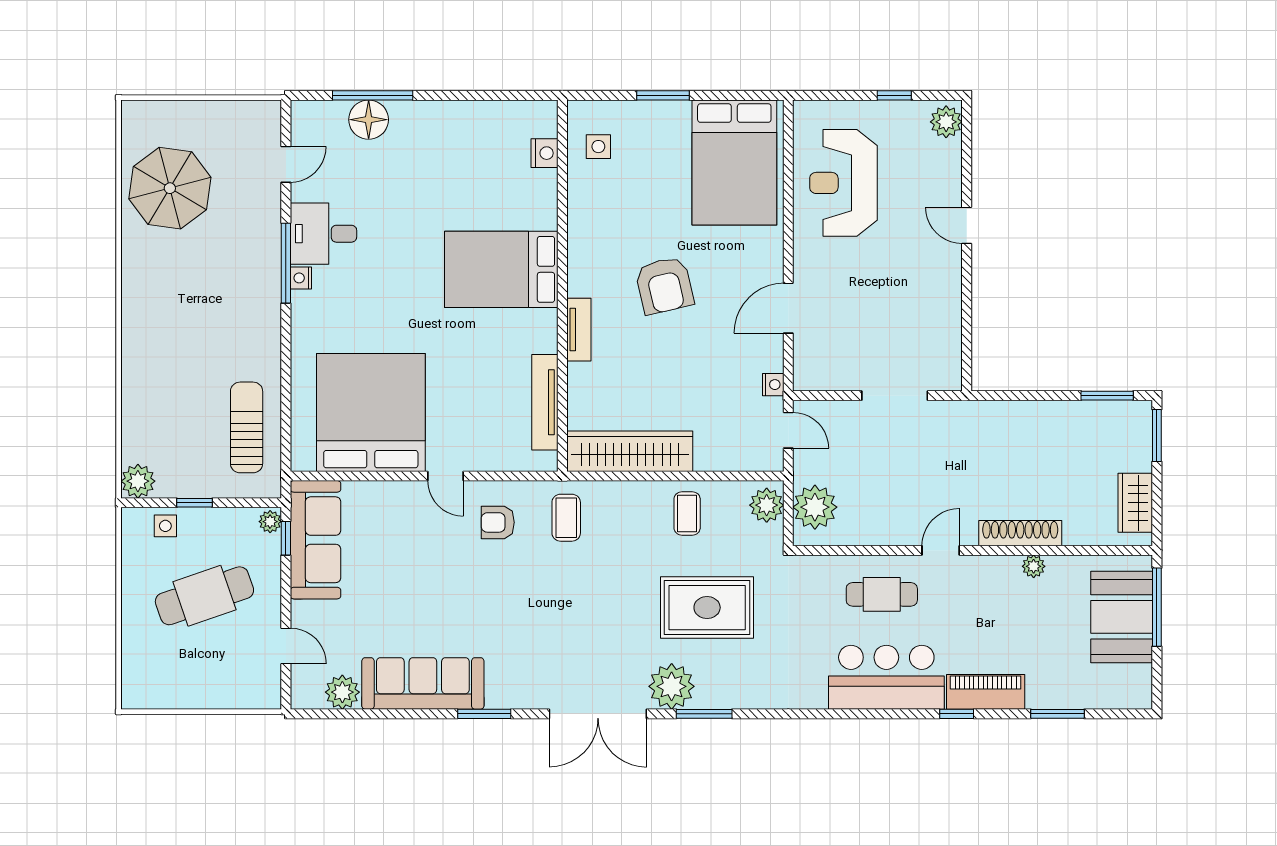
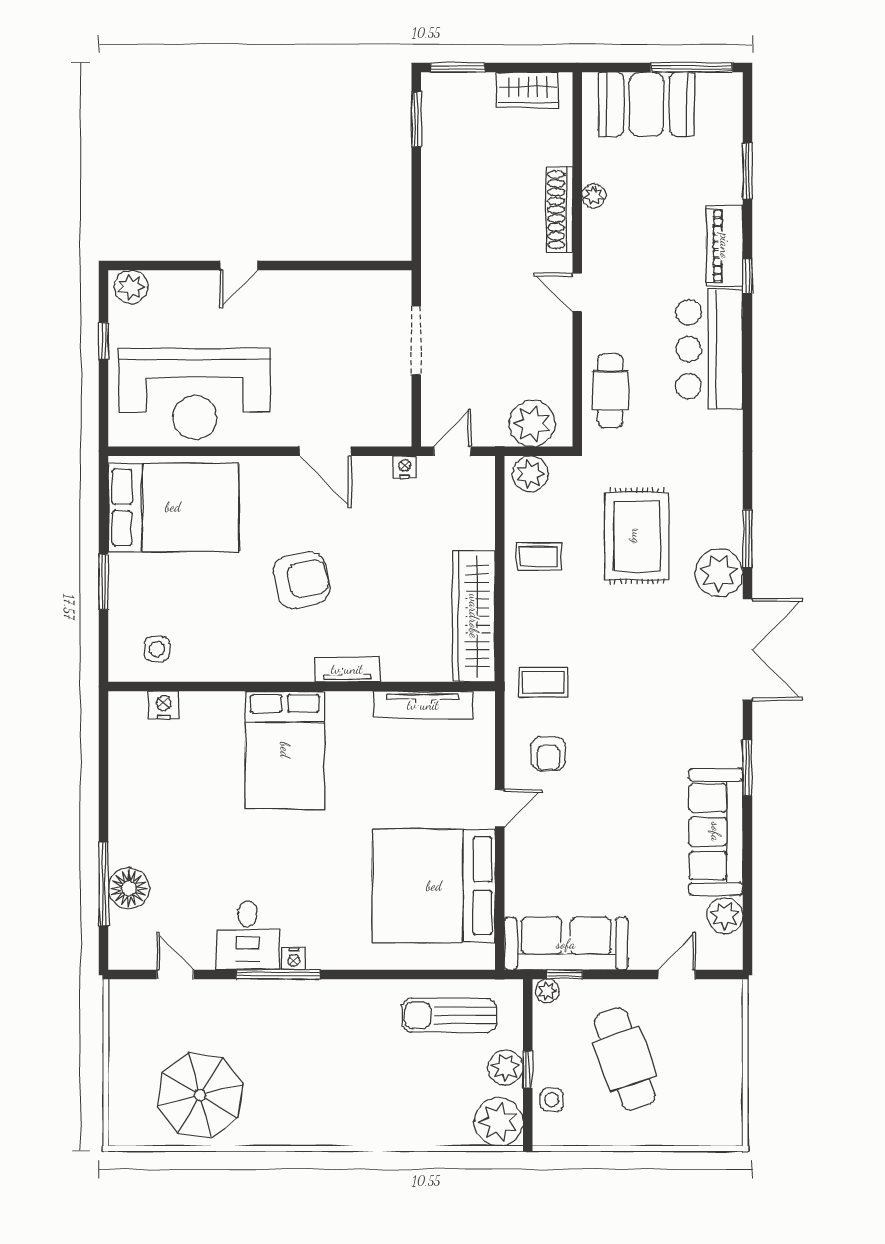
reception desk: (843, 183) -> (195, 394), width x1.36, depth x1.30
plant: (138, 481) -> (499, 1122), width x1.36, depth x1.36
plant: (196, 481) -> (506, 1067), added
cafe table: (882, 594) -> (610, 391), moved
window: (1157, 607) -> (692, 67), moved

